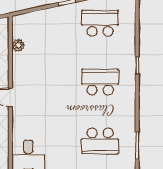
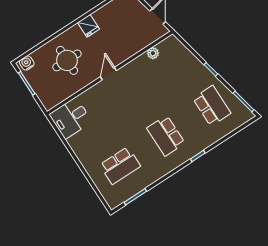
school desk: (100, 82) -> (166, 136), turned 180
school desk: (100, 141) -> (120, 166), turned -90

